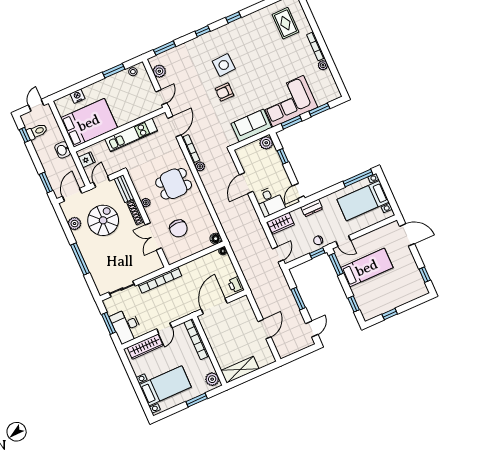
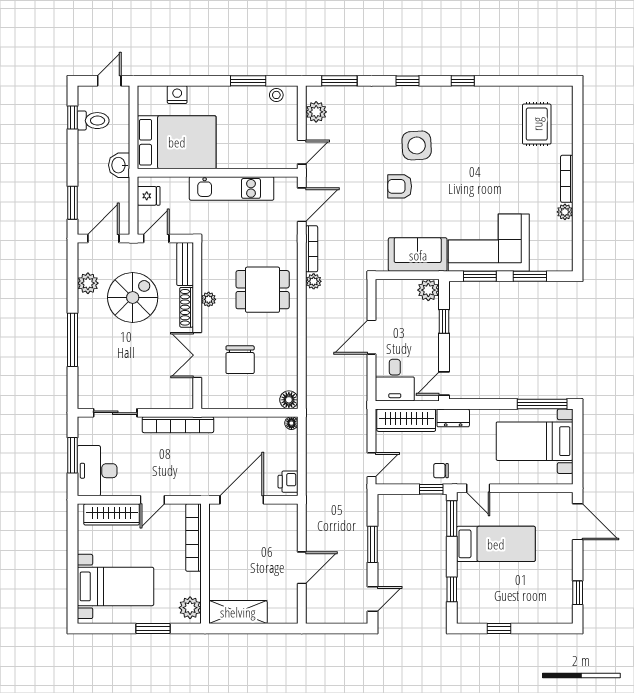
wardrobe: (281, 223) -> (406, 420), width x1.50

